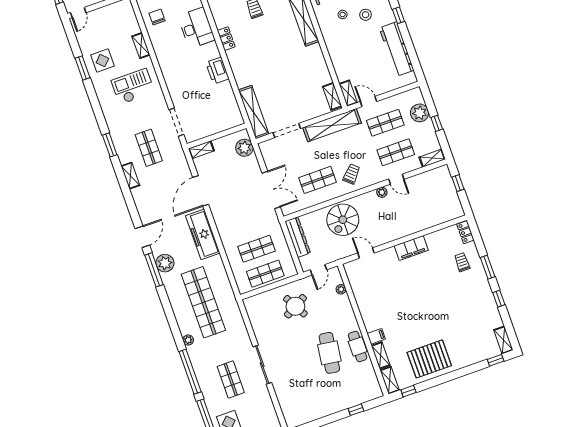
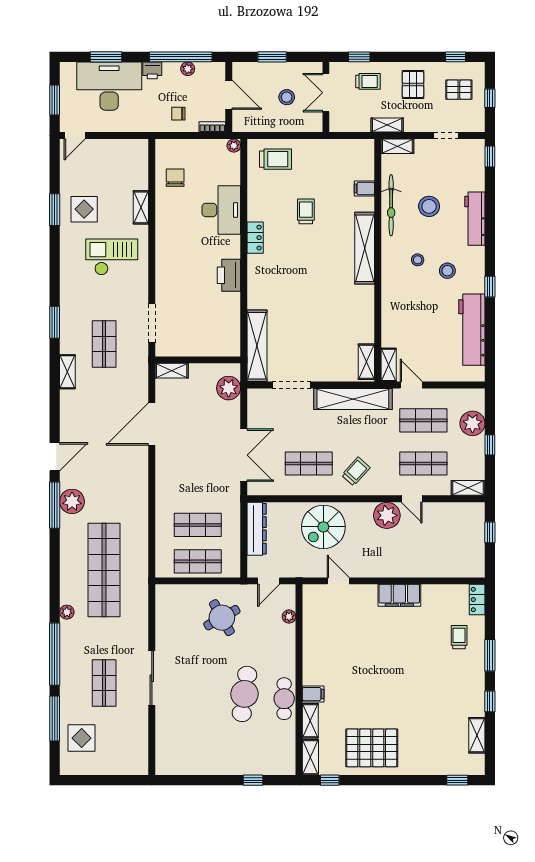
plant: (382, 192) -> (387, 515), width x1.87, depth x1.87
freezer: (203, 234) -> (134, 482), removed
shelving: (503, 340) -> (477, 735), moved

